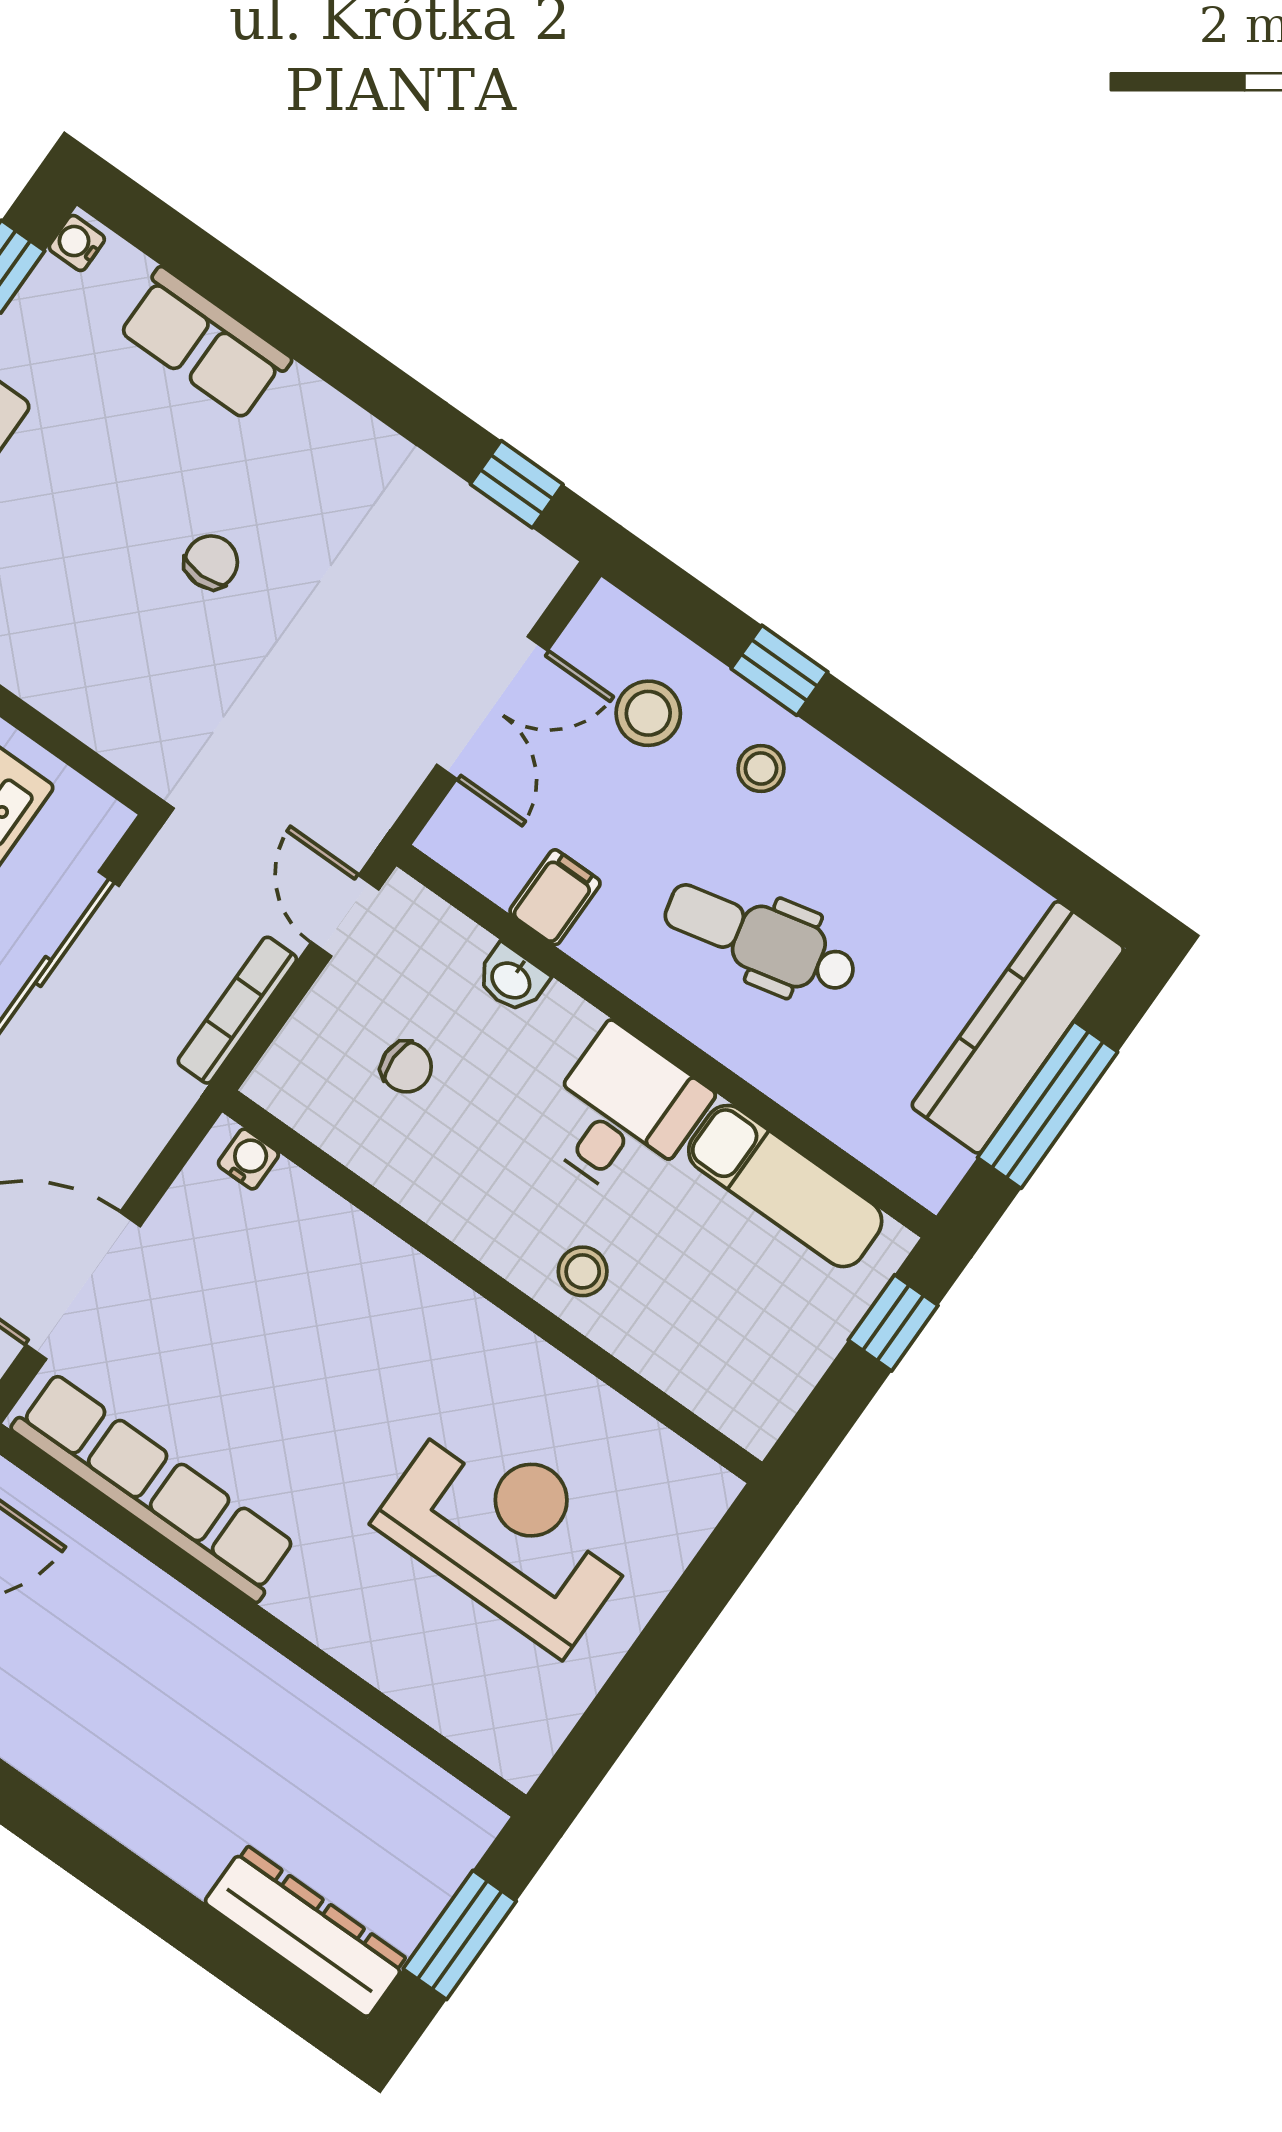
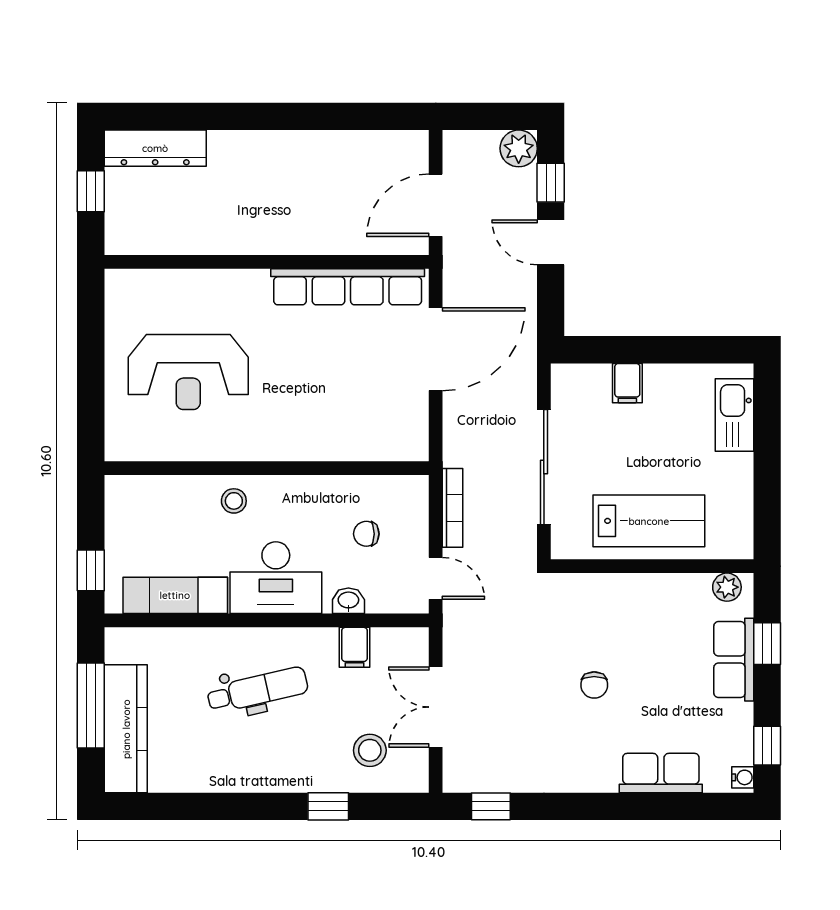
stool: (761, 769) -> (307, 760), removed
desk: (623, 1114) -> (276, 578), width x1.37
water cooler: (248, 1159) -> (405, 450), removed
window: (460, 1935) -> (91, 191), width x0.67

